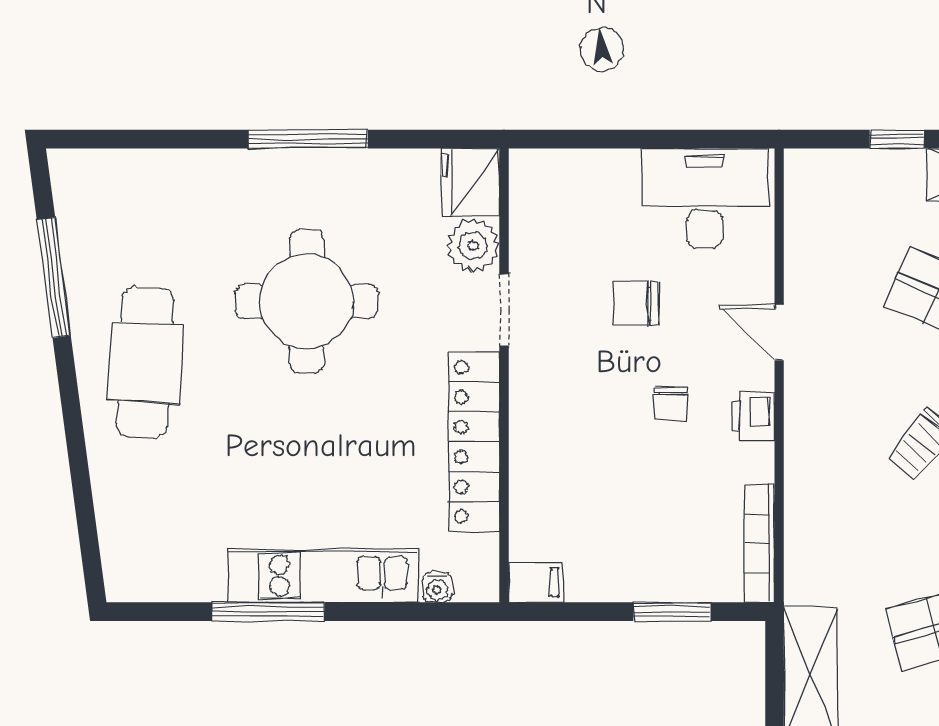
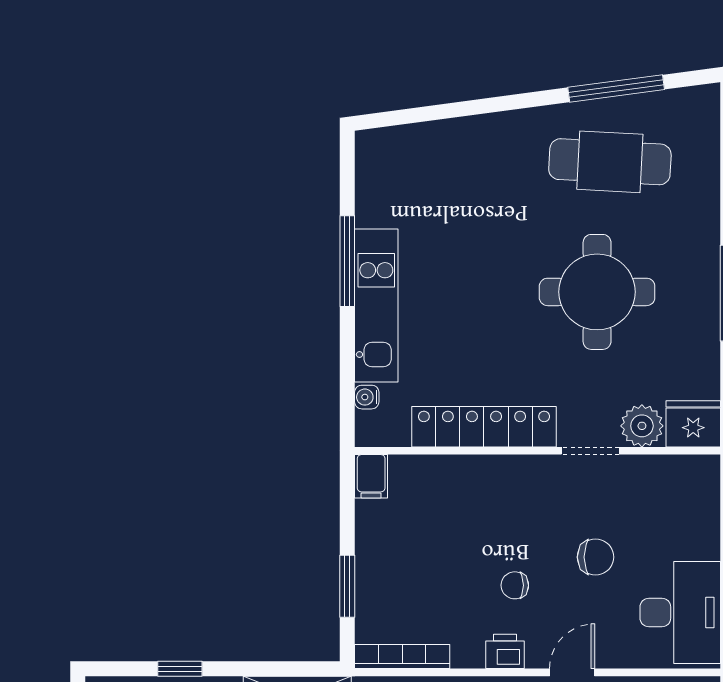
chair: (636, 303) -> (596, 557), turned 90
cafe table: (145, 362) -> (610, 162), moved

